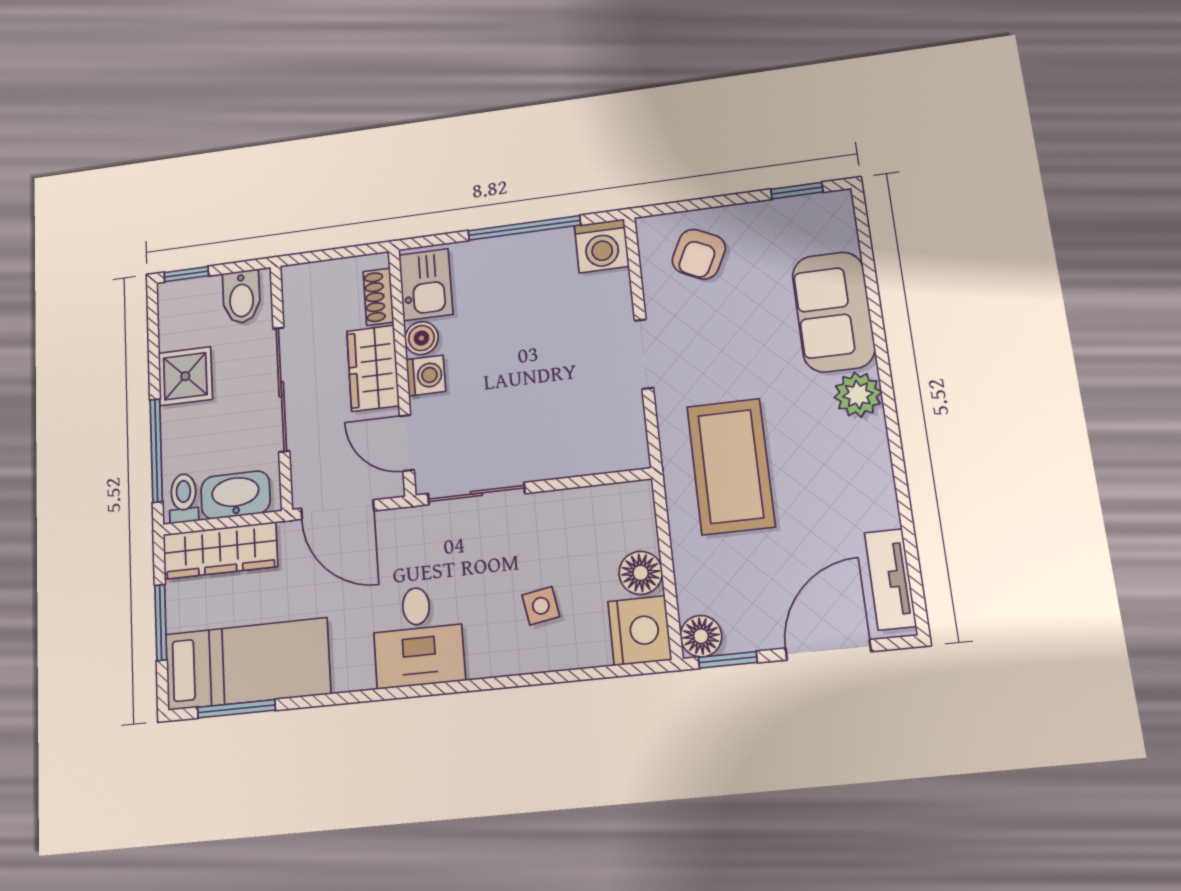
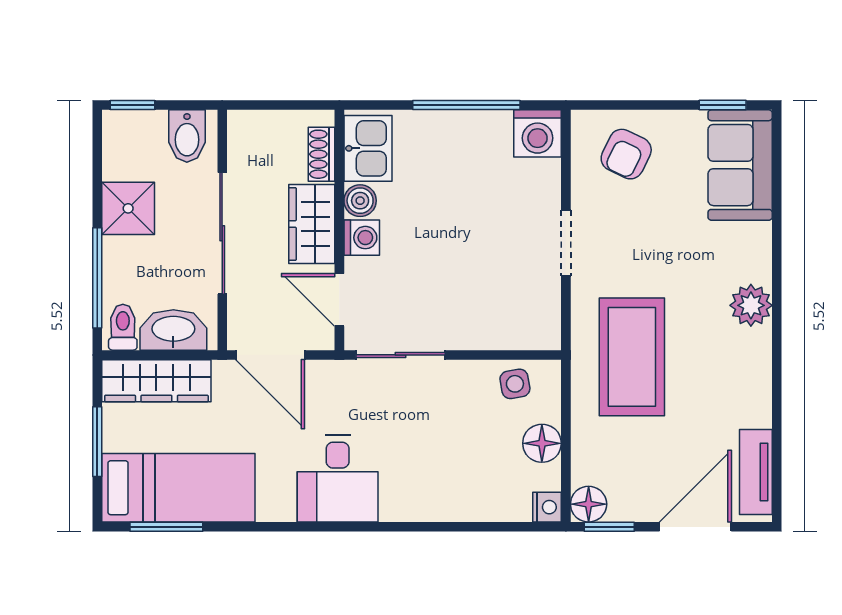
sofa: (834, 312) -> (740, 165), moved
side table: (541, 606) -> (515, 384), moved
nightstand: (640, 631) -> (547, 507), width x0.53, depth x0.56

